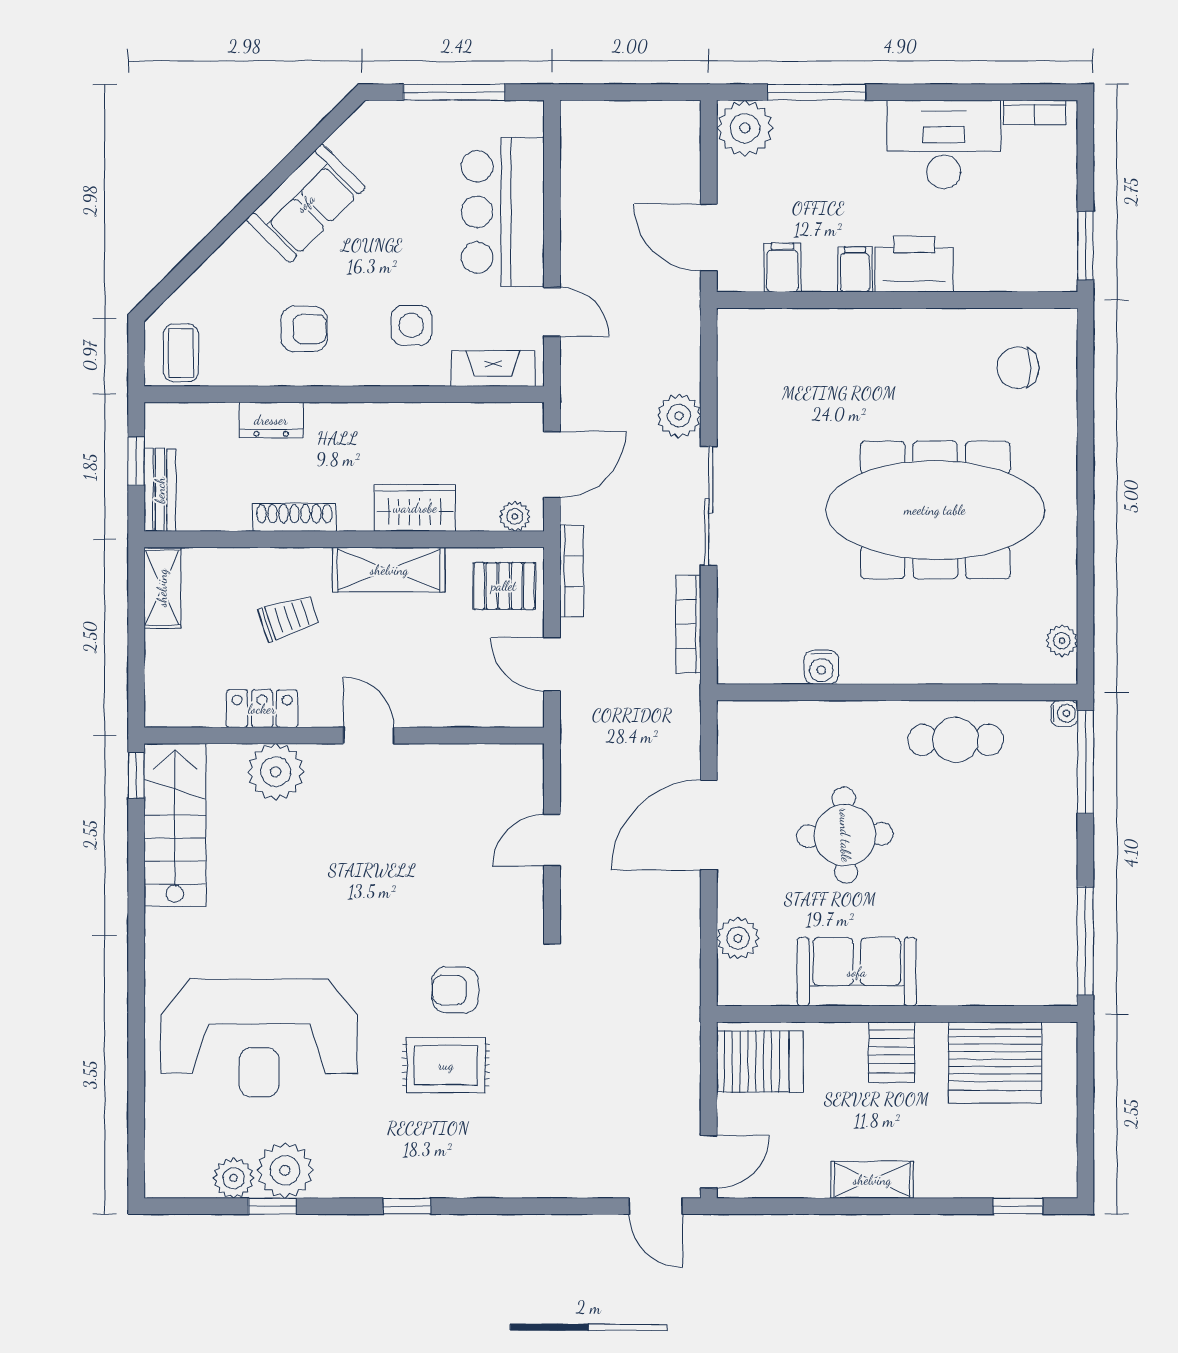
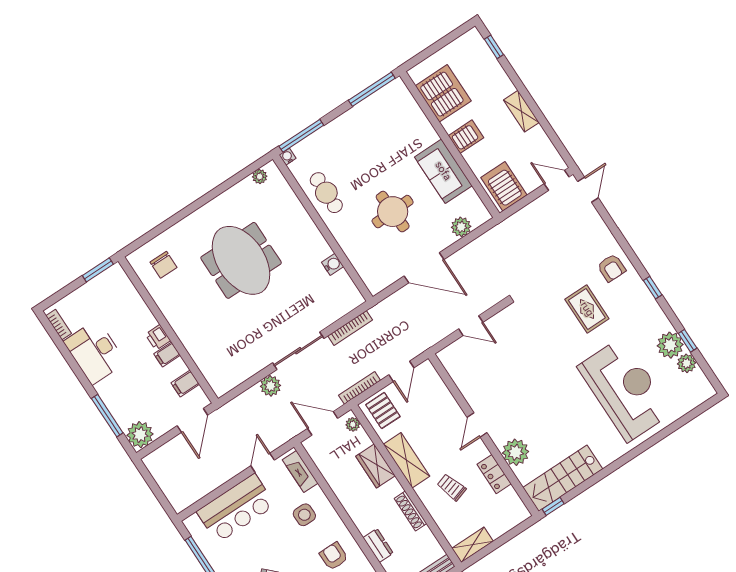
printer: (914, 264) -> (158, 337), width x0.53, depth x0.68
meeting table: (935, 510) -> (241, 260), width x0.73
armchair: (455, 990) -> (611, 268), moved

